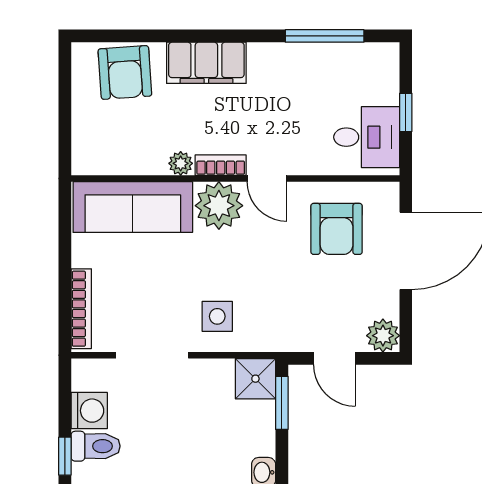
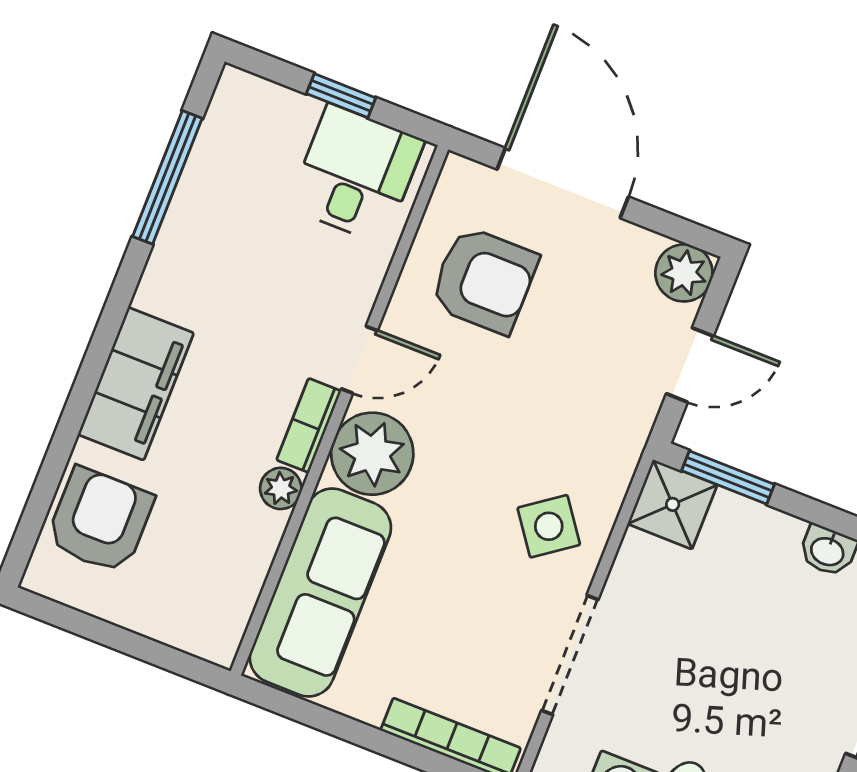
armchair: (125, 72) -> (100, 520), turned -86
side table: (217, 316) -> (549, 526), turned -36

